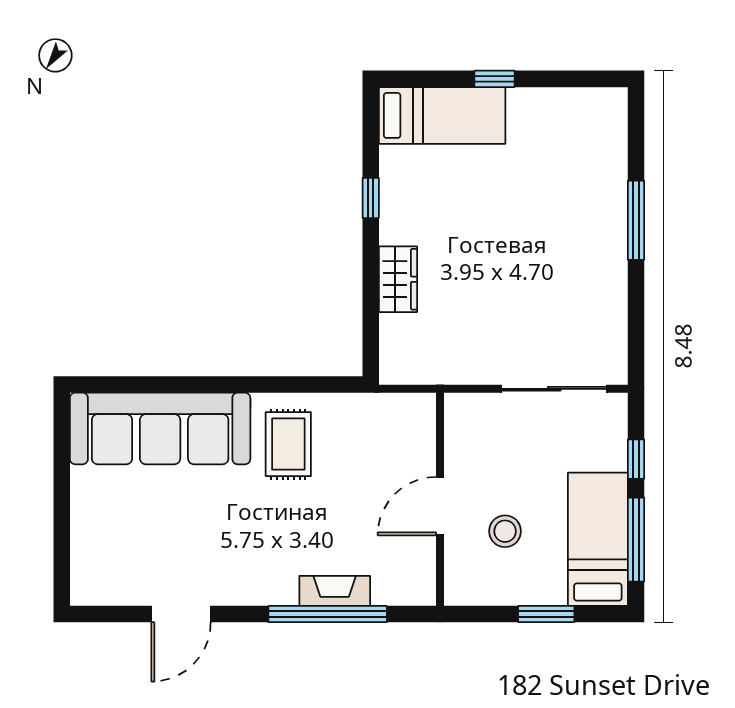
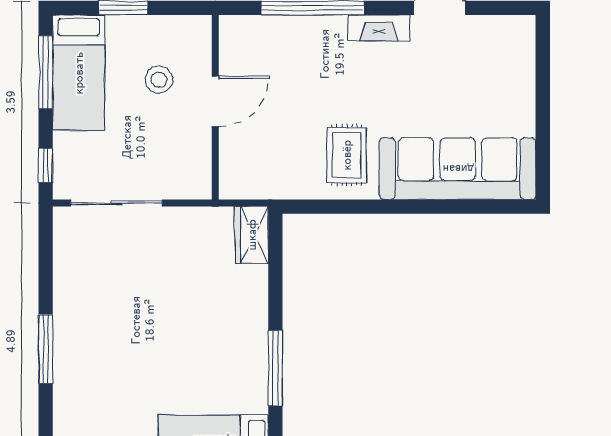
window: (371, 198) -> (275, 368), width x2.17
wardrobe: (398, 279) -> (252, 235), moved
window: (636, 459) -> (46, 165), moved
fireplace: (335, 591) -> (379, 28), moved

